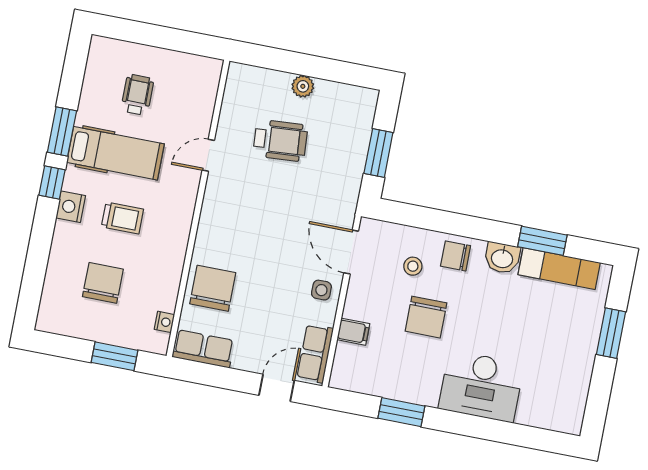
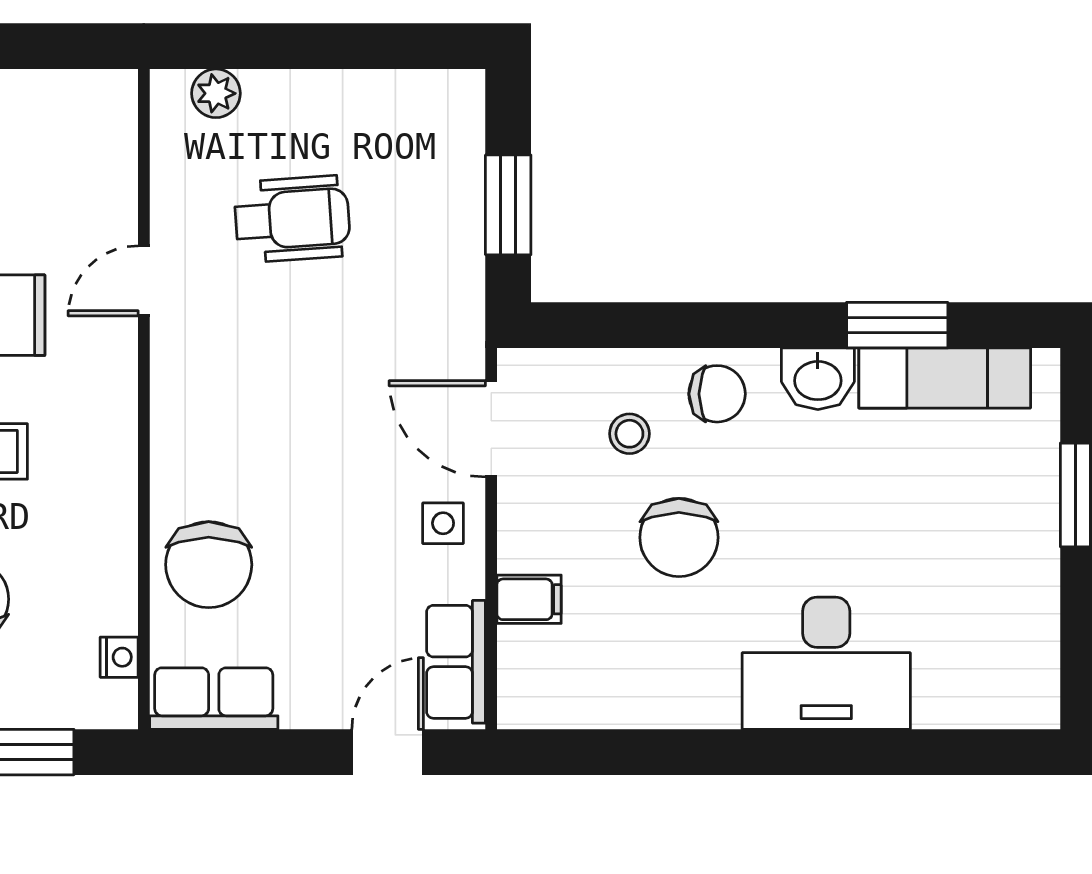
plant: (303, 86) -> (216, 93), moved
chair: (456, 256) -> (717, 394), turned 180
chair: (213, 288) -> (209, 565), turned 180
window: (401, 412) -> (666, 752), removed

